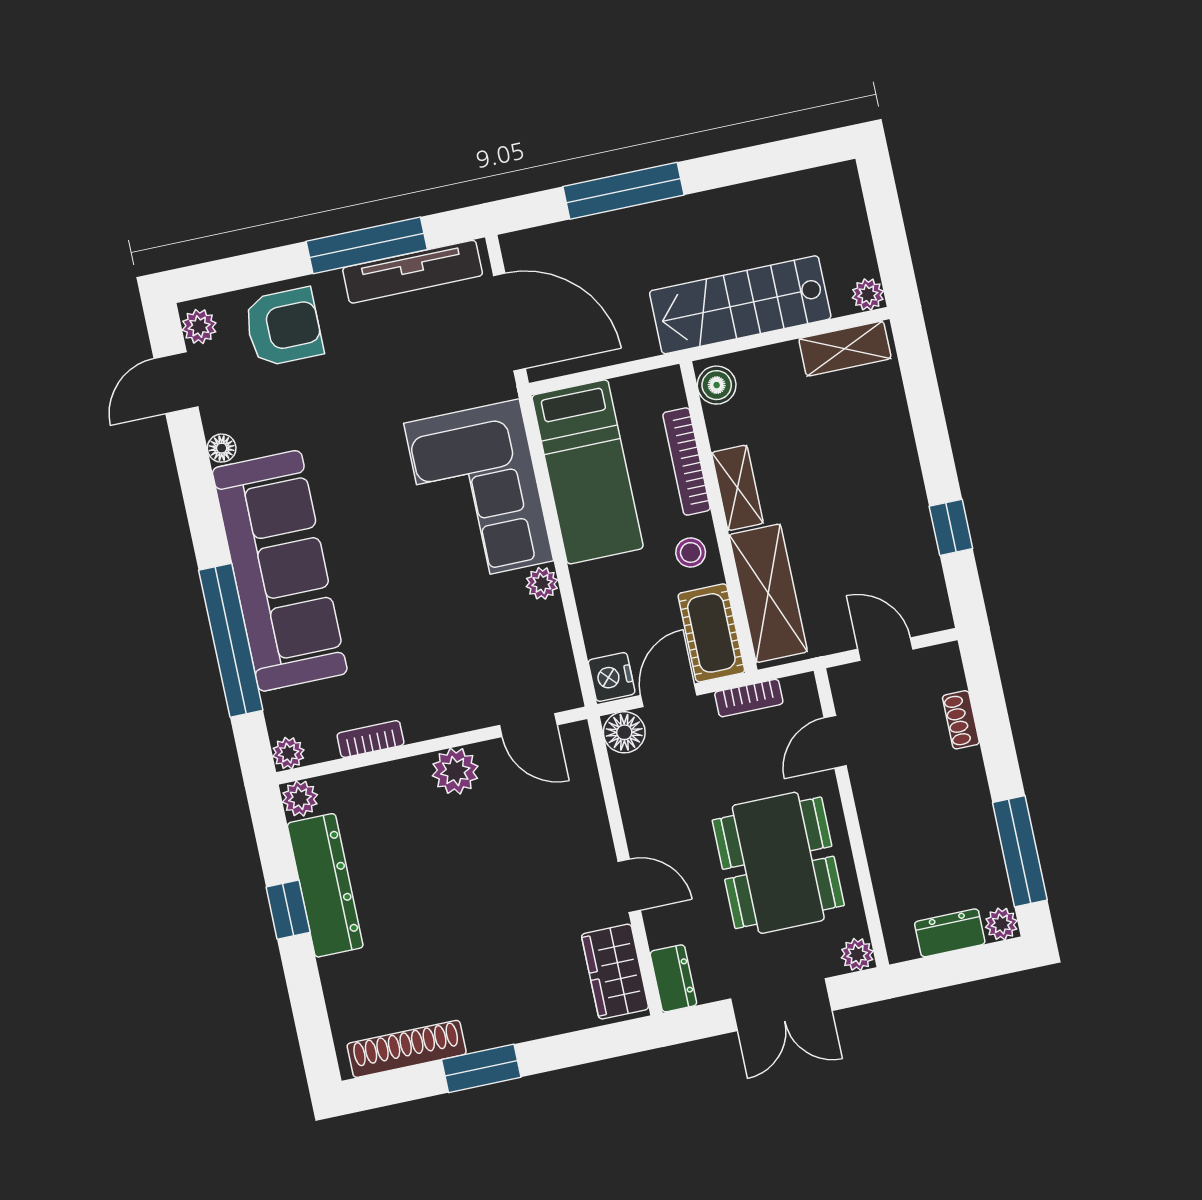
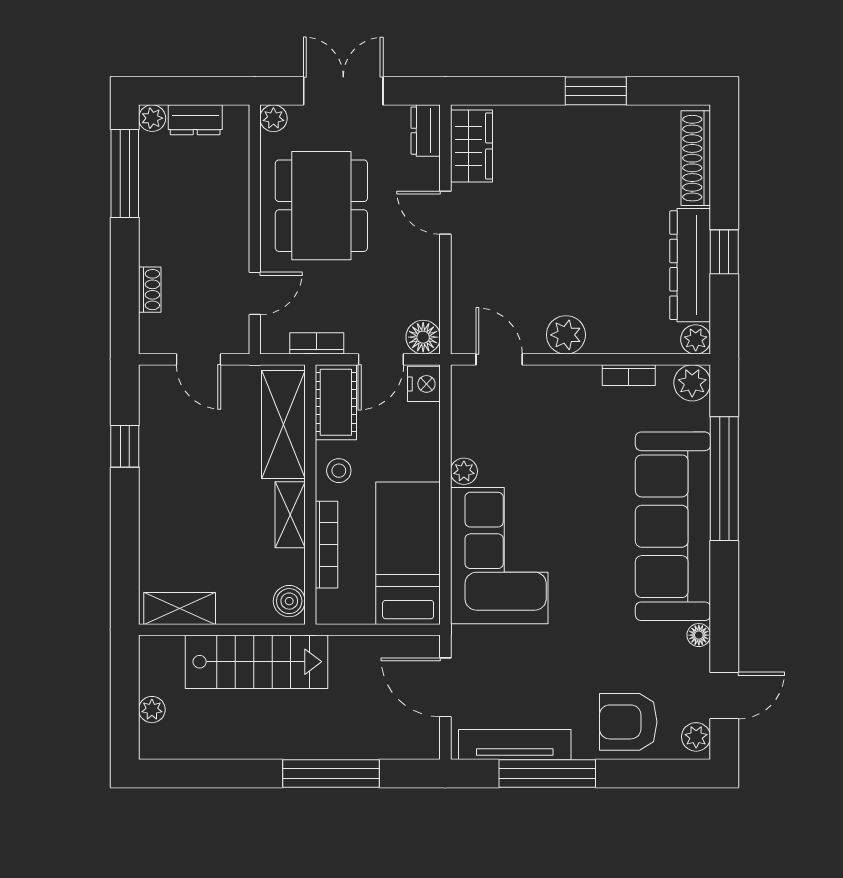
plant: (868, 295) -> (152, 710), moved
door: (509, 322) -> (445, 687), width x0.73
plant: (288, 753) -> (692, 383), width x1.38, depth x1.38
shoe rack: (407, 1049) -> (696, 158), moved, turned 90

